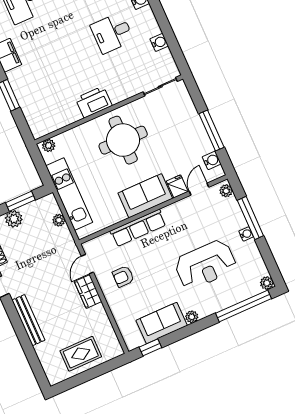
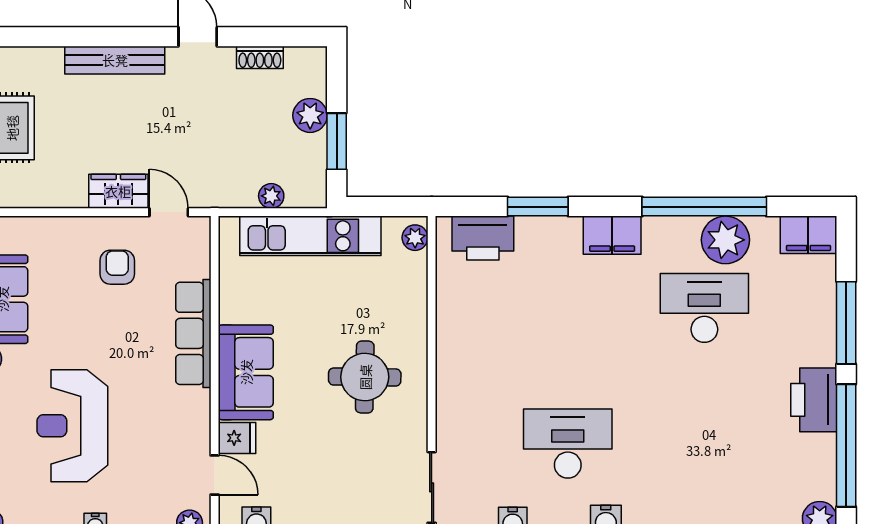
desk: (112, 33) -> (568, 444), width x1.37
printer: (94, 102) -> (483, 238), moved, turned 90
round table: (123, 140) -> (365, 377), width x0.73, depth x0.73

